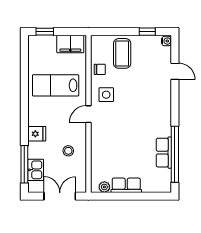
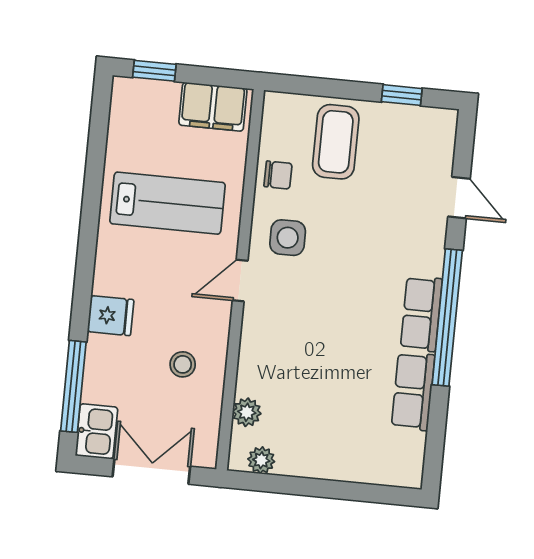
water cooler: (167, 41) -> (446, 122), removed
lab bench: (56, 85) -> (168, 203), turned 180
window: (175, 154) -> (447, 318), moved
plant: (96, 168) -> (247, 412), added
kitchen sink: (36, 170) -> (97, 431), moved
row of seats: (126, 185) -> (421, 314), moved, turned -90

